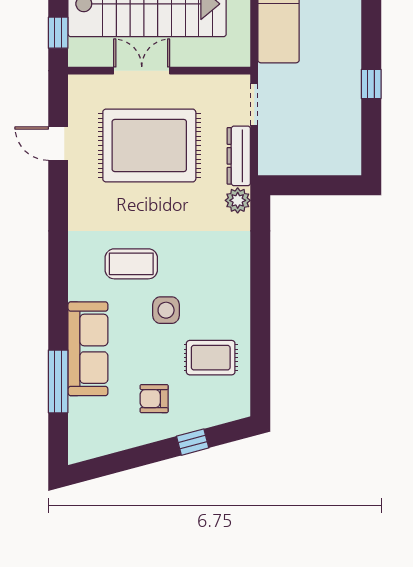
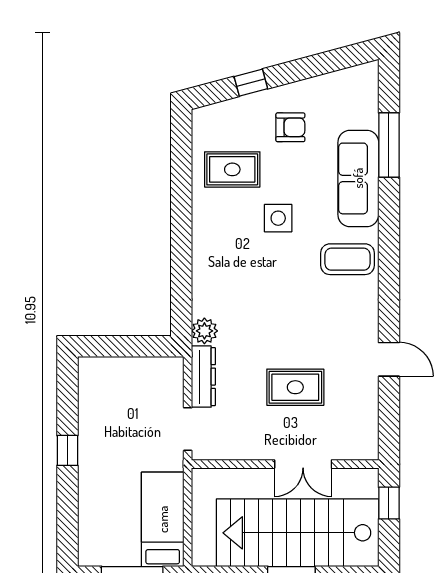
door: (58, 144) -> (389, 359), moved
rug: (149, 145) -> (295, 387), width x0.54, depth x0.49
coffee table: (131, 264) -> (347, 259), moved

